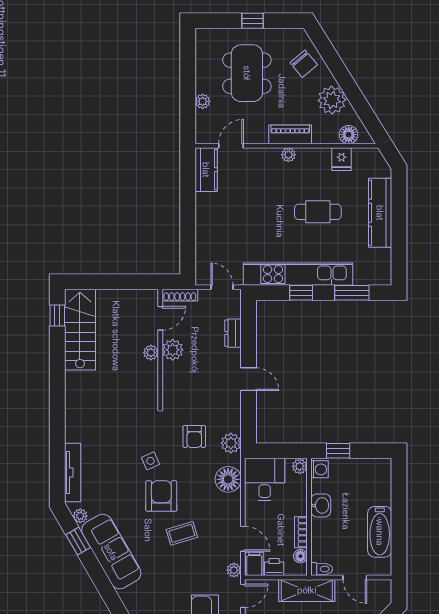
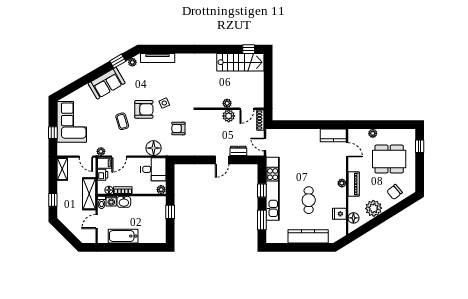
window: (252, 21) -> (420, 146), moved
door: (222, 287) -> (265, 144), swing flipped
door: (160, 318) -> (247, 109), hinge flipped
door: (248, 379) -> (222, 160), moved
plant: (231, 443) -> (175, 150), removed
washing machine: (320, 469) -> (111, 201), moved
washbasin: (321, 505) -> (124, 202), moved
sofa: (111, 552) -> (107, 83), width x0.73

